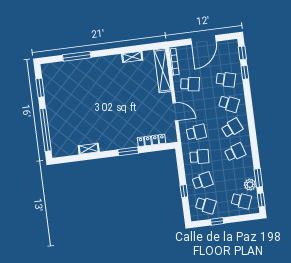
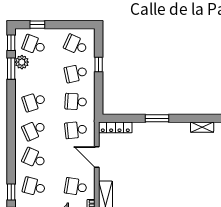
locker: (151, 140) -> (115, 127), moved
window: (217, 221) -> (37, 25), moved

